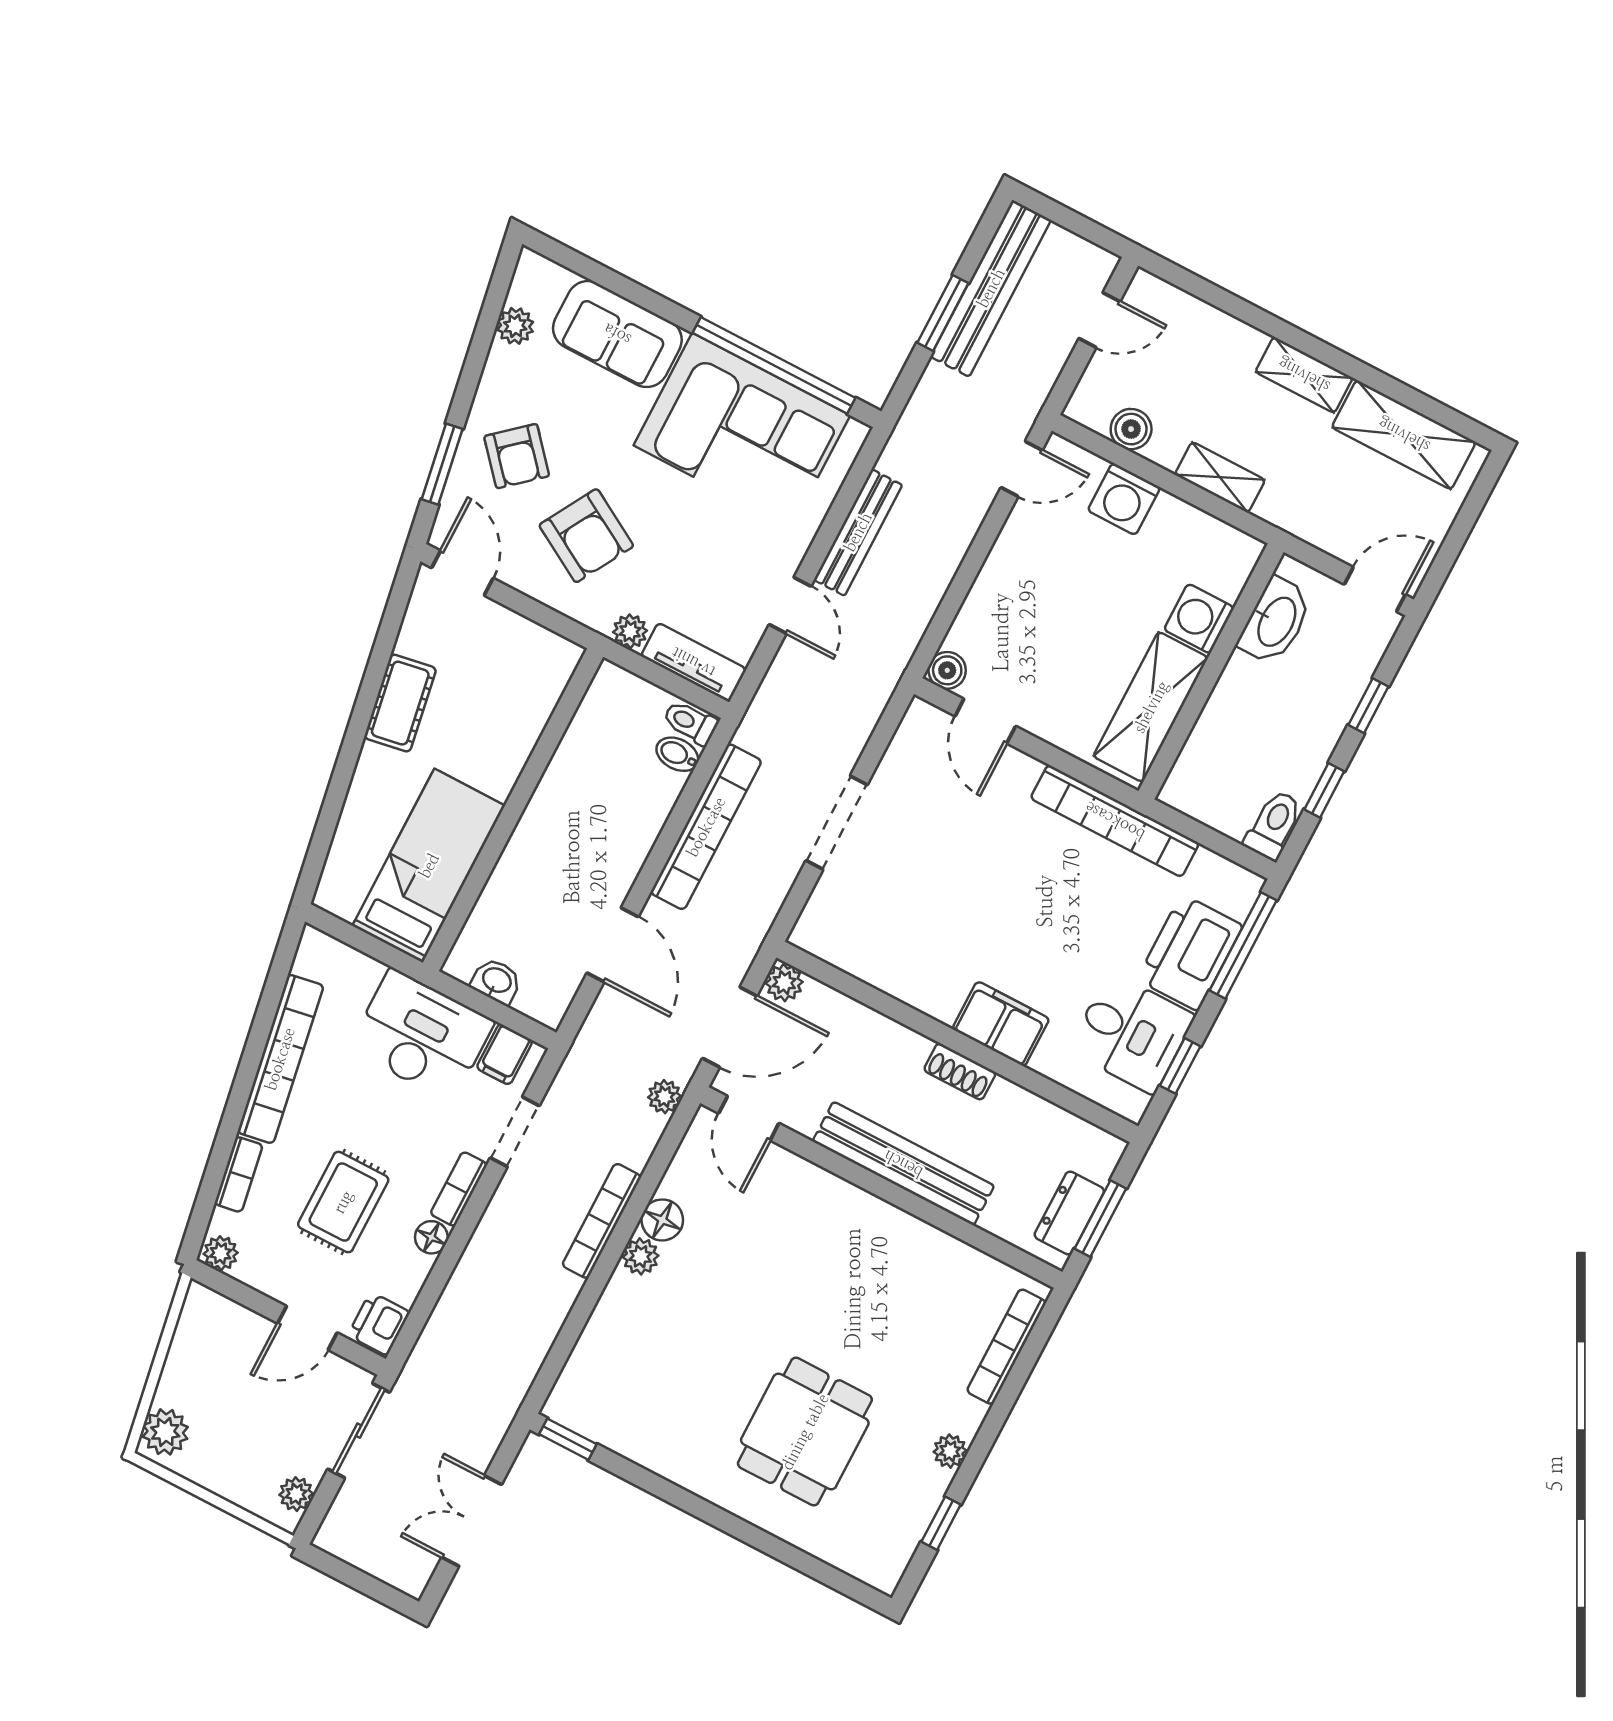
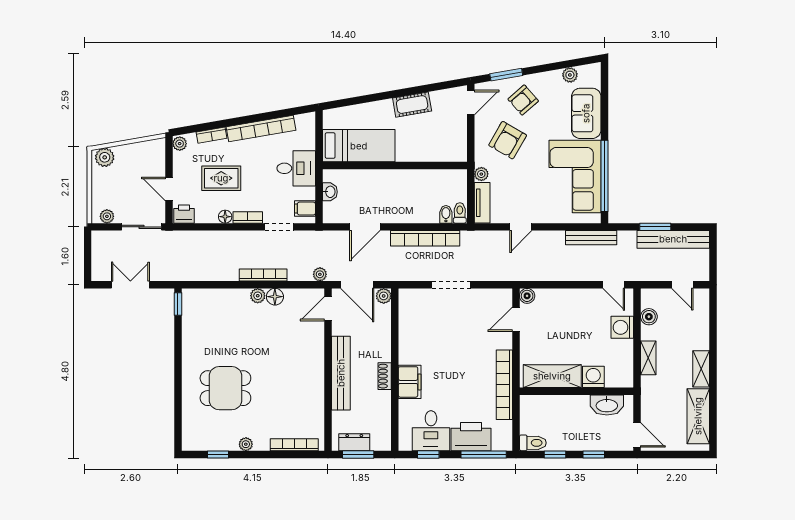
bench: (858, 532) -> (591, 238), moved
desk: (421, 1035) -> (296, 168), width x0.73

